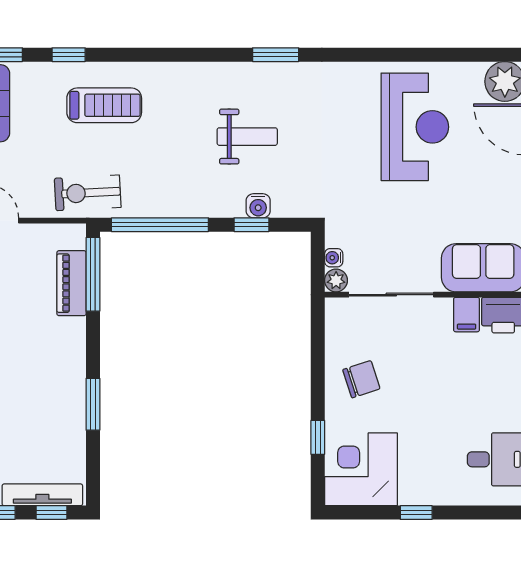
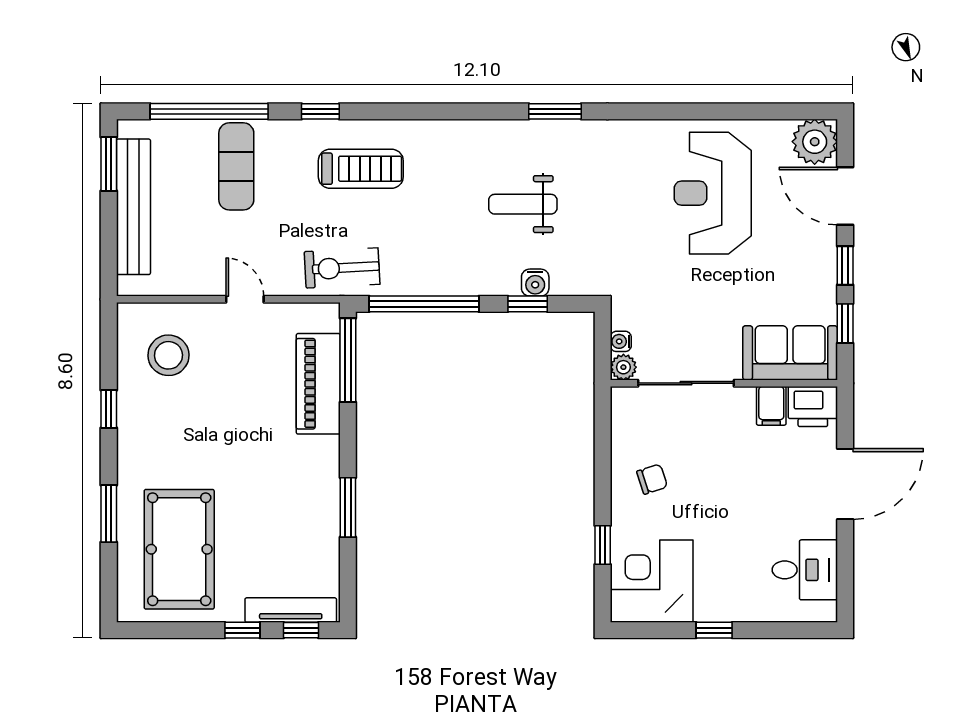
reception desk: (415, 127) -> (713, 193), turned 180
weight bench: (247, 137) -> (523, 204), turned 180
piano: (71, 283) -> (318, 384), width x1.37, depth x1.33
chair: (361, 379) -> (652, 479), width x0.73, depth x0.73

